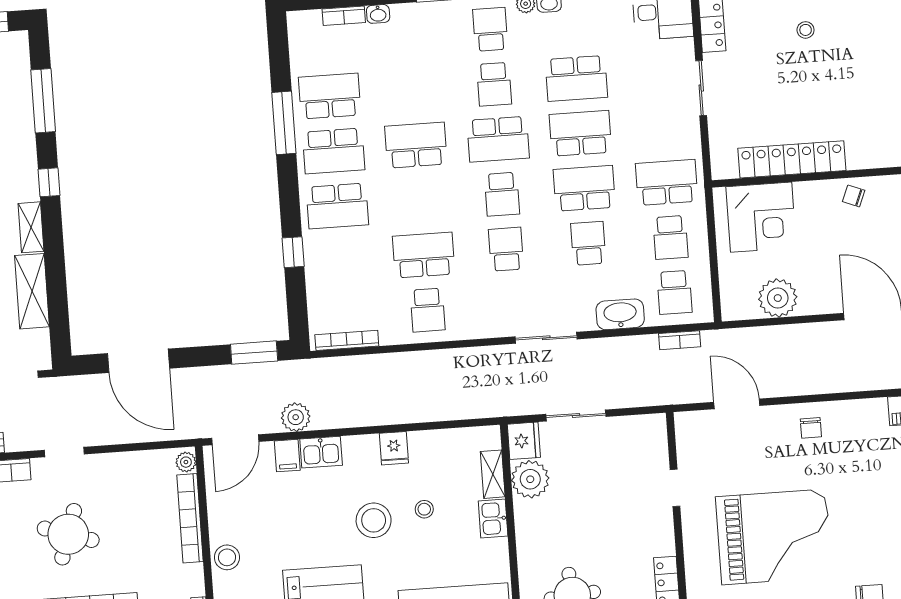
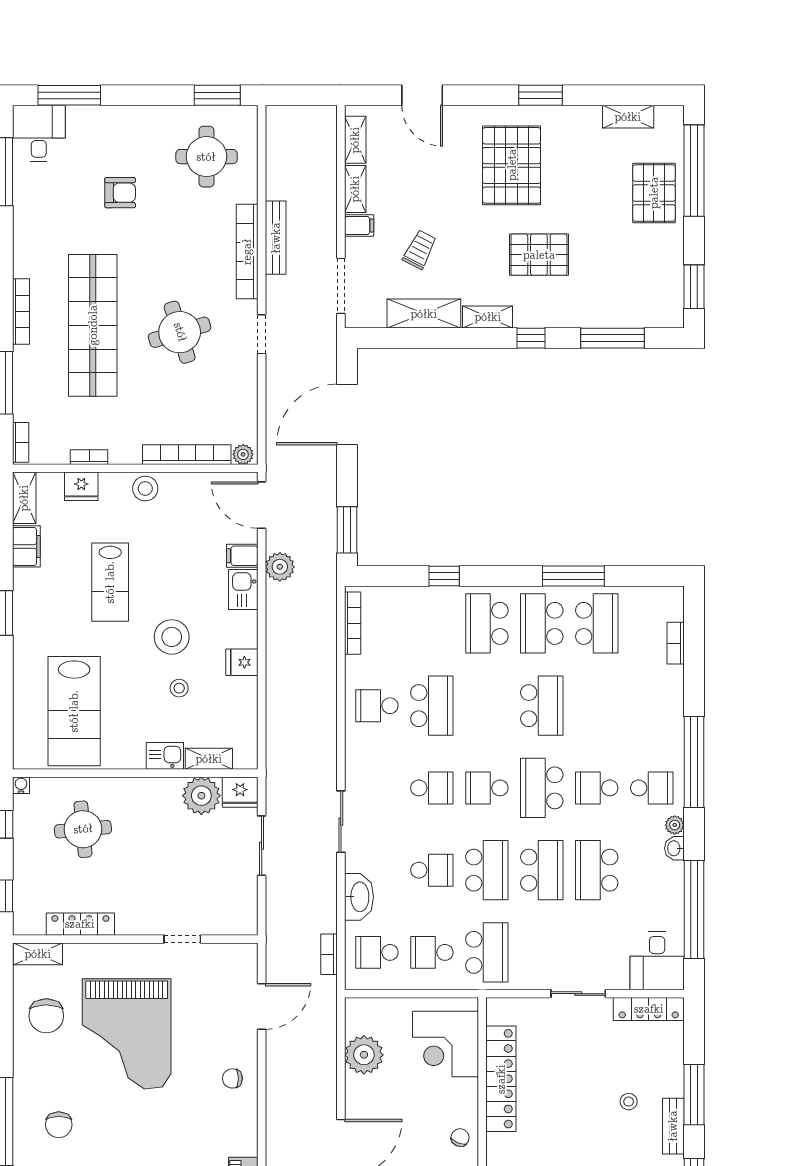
washbasin: (378, 14) -> (675, 677), removed
round table: (68, 534) -> (180, 332), turned -35

